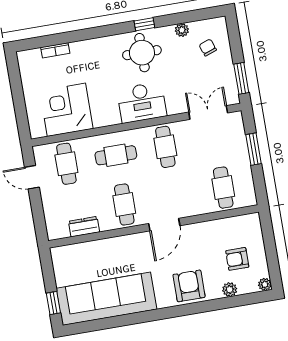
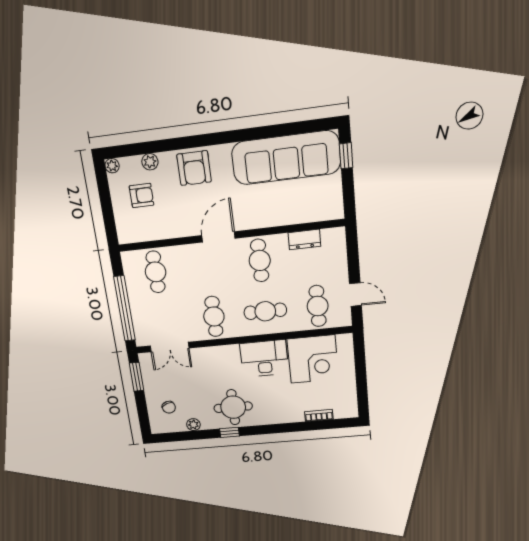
desk: (142, 102) -> (264, 358), moved
window: (253, 149) -> (125, 309), width x2.11

